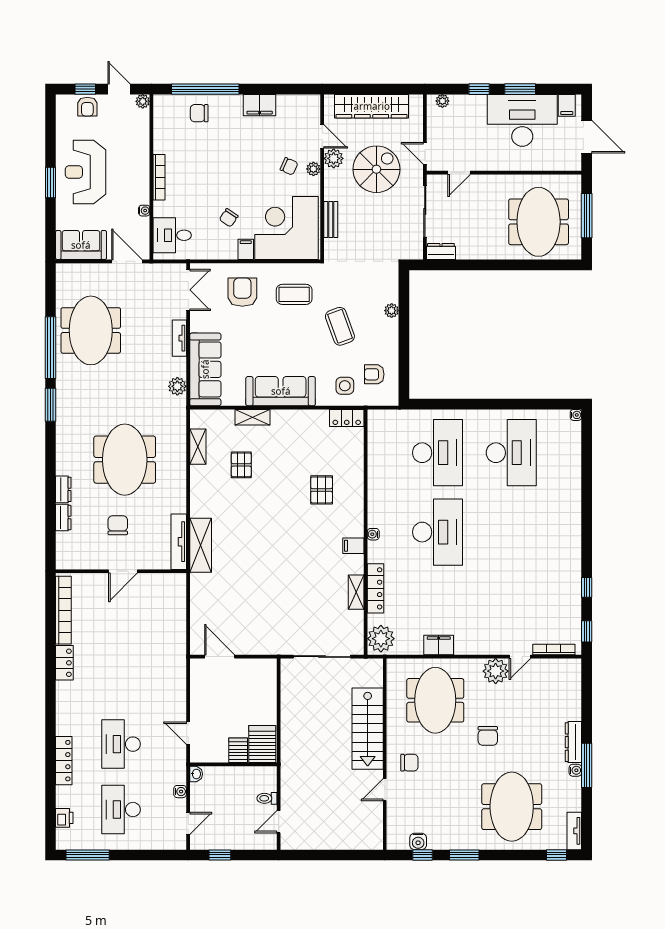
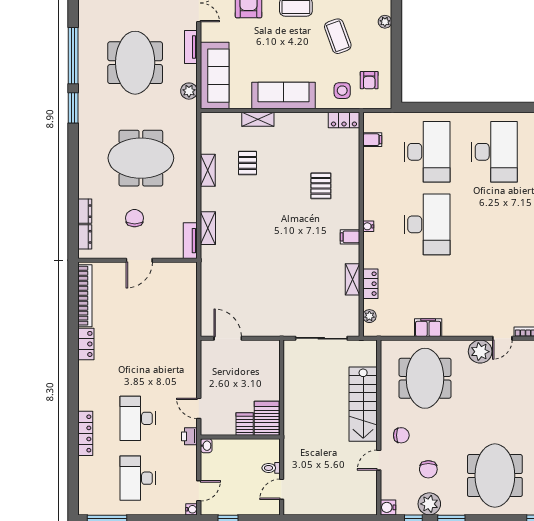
meeting table: (91, 330) -> (135, 63), moved
armchair: (374, 374) -> (369, 80), turned -90
filing cabinet: (378, 439) -> (372, 140), added
shelving: (198, 447) -> (208, 170), moved
meeting table: (125, 460) -> (141, 158), turned 90
dresser: (63, 489) -> (85, 237), moved
tv unit: (179, 542) -> (190, 241), width x0.71
shelving: (201, 545) -> (208, 228), width x0.67, depth x0.75
locker: (376, 588) -> (370, 284), width x0.66
plant: (381, 639) -> (369, 316), width x0.53, depth x0.53
chair: (488, 736) -> (428, 469), moved
water cooler: (180, 792) -> (192, 509), moved
printer: (64, 818) -> (189, 436), moved, turned 180
plant: (440, 838) -> (429, 504), added
water cooler: (418, 841) -> (388, 507), moved, turned 90

